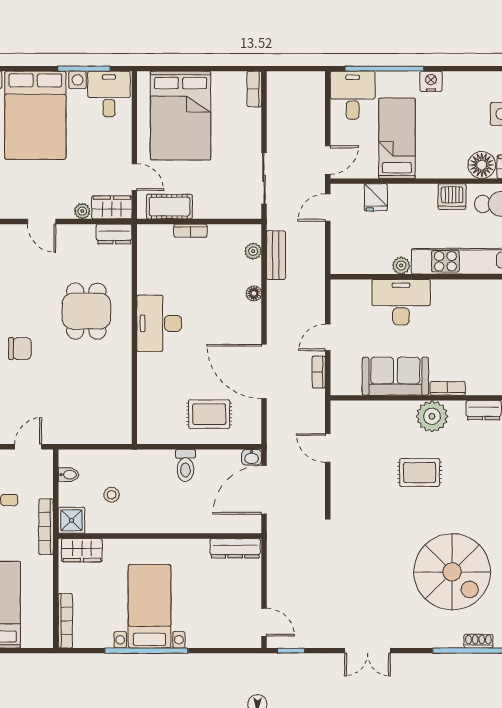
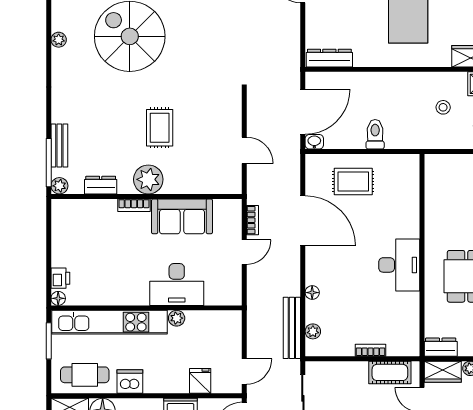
bench: (276, 255) -> (292, 328), width x1.36
rug: (420, 472) -> (160, 128), turned 90

